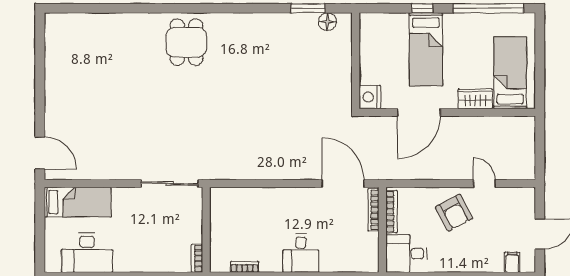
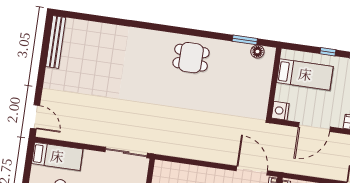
dining table: (186, 42) -> (191, 58), moved, turned 90
bench: (53, 48) -> (56, 42), added
bed: (426, 49) -> (305, 74), moved, turned -90

